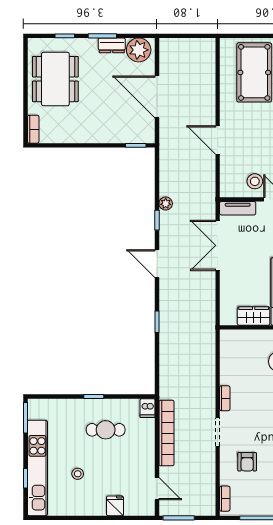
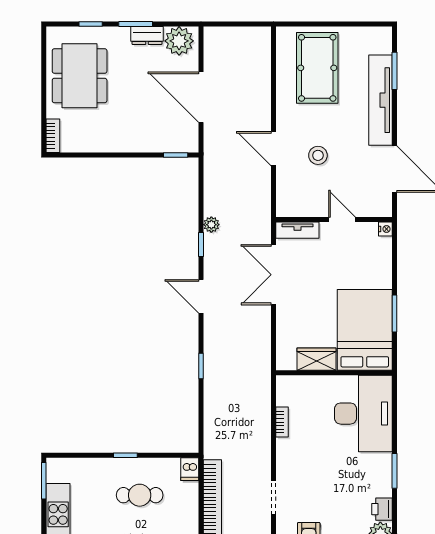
stool: (255, 181) -> (318, 155), moved
bookcase: (225, 398) -> (282, 422), moved

